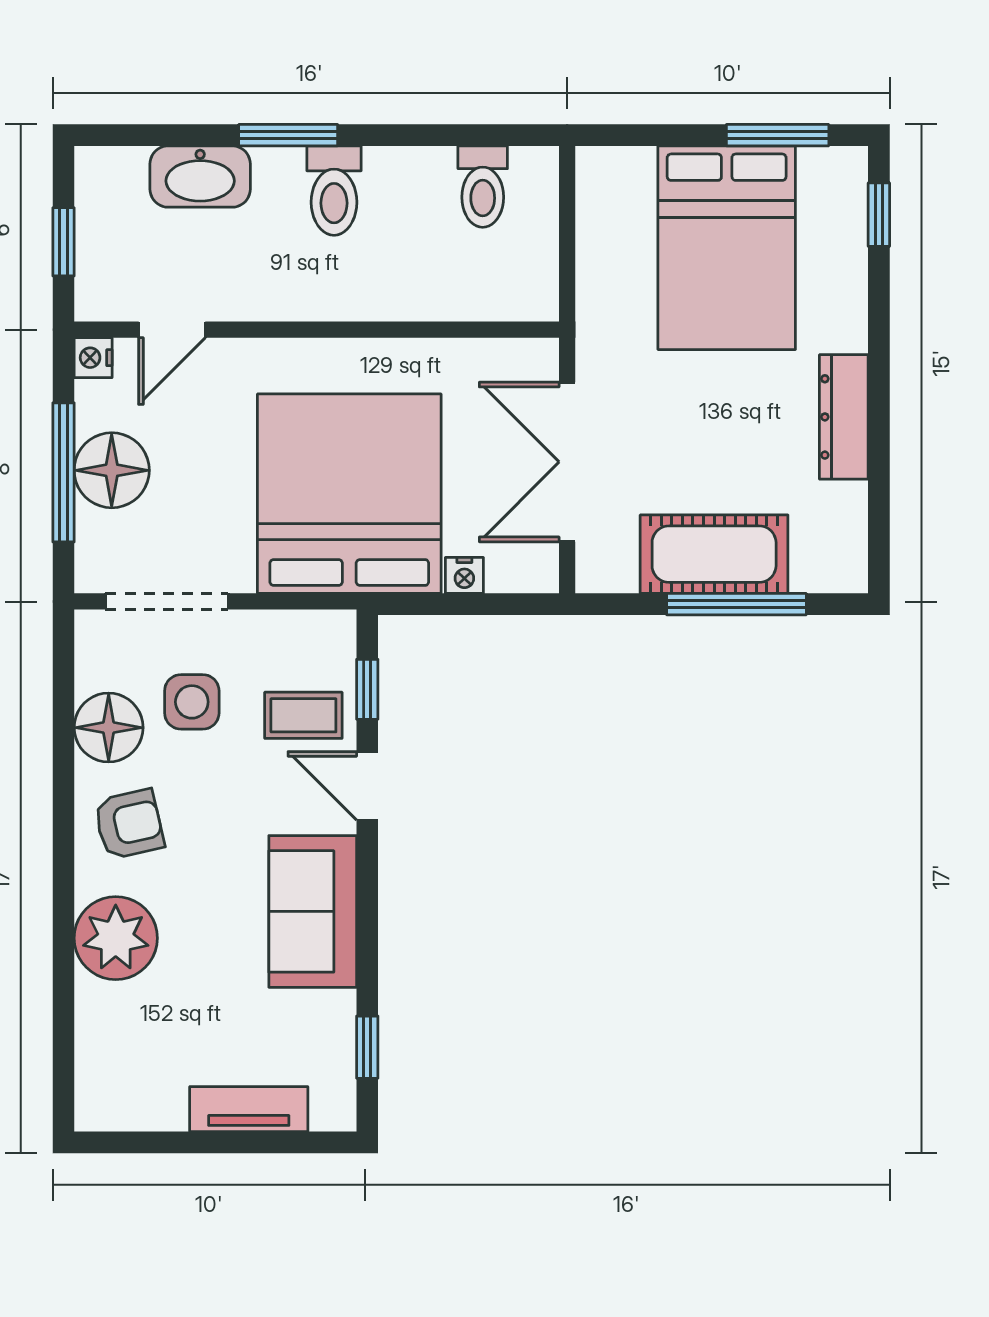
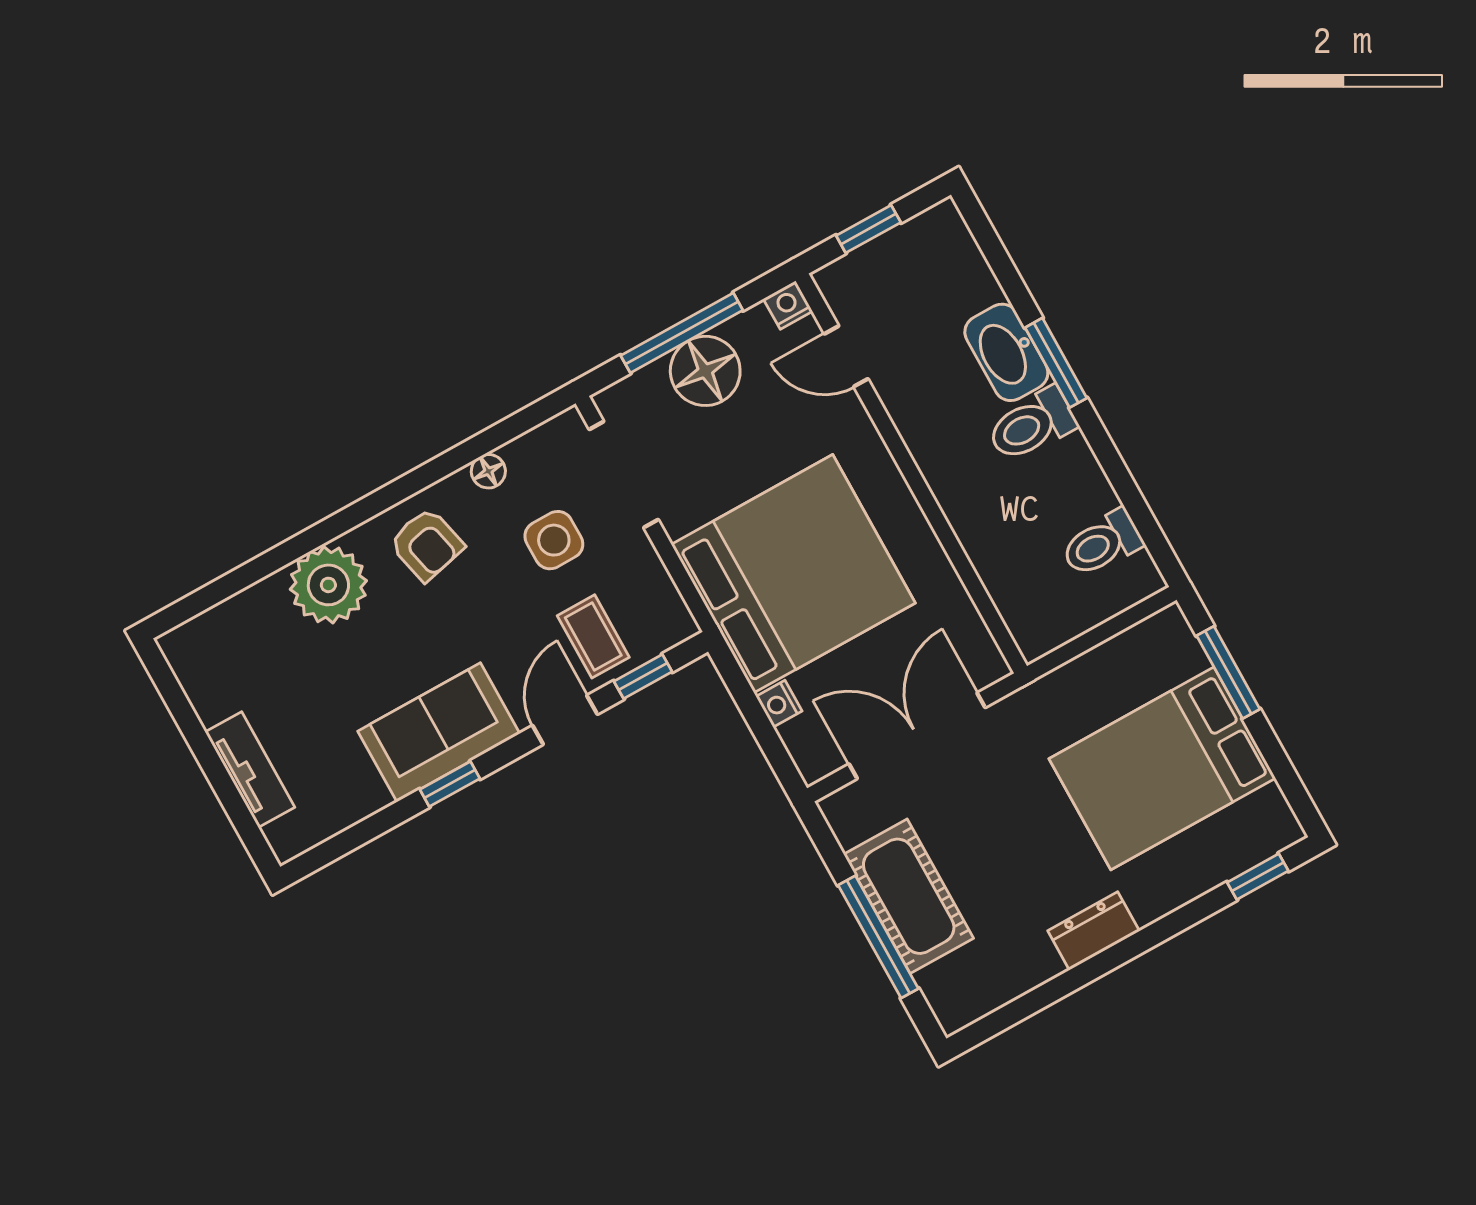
window: (778, 135) -> (1228, 672), moved
washbasin: (200, 177) -> (1006, 352), moved
dresser: (844, 417) -> (1094, 931), width x0.70
floor lamp: (109, 728) -> (488, 471), width x0.53, depth x0.53
window: (367, 1047) -> (450, 784), moved

